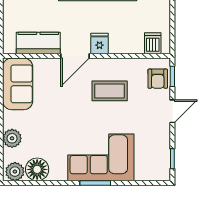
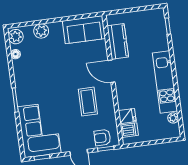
fridge: (100, 44) -> (127, 116), moved
corner sofa: (101, 157) -> (39, 130), moved
floor lamp: (37, 169) -> (16, 54), width x0.53, depth x0.53

